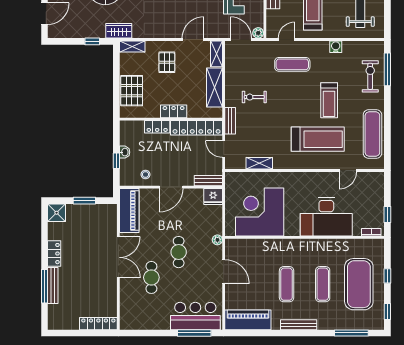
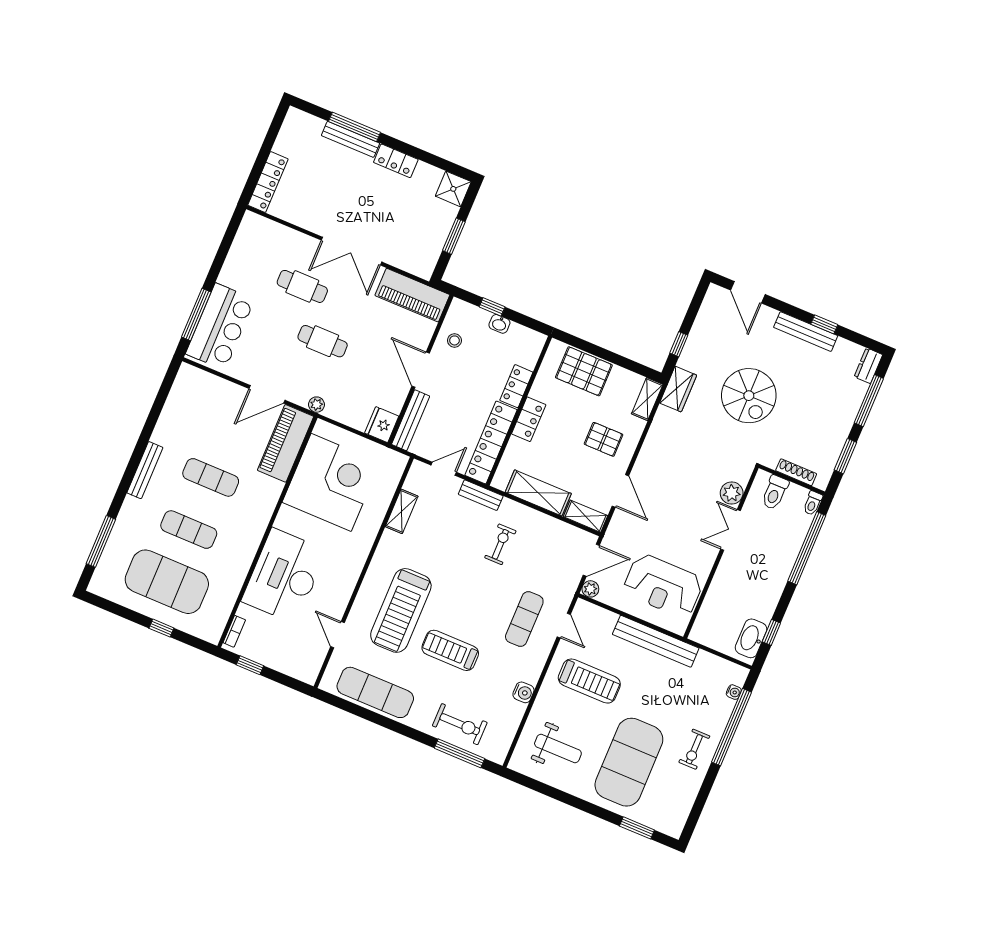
bench: (208, 181) -> (411, 420), width x1.36
window: (387, 311) -> (110, 606), removed
piano: (248, 320) -> (285, 443), moved, turned 180

